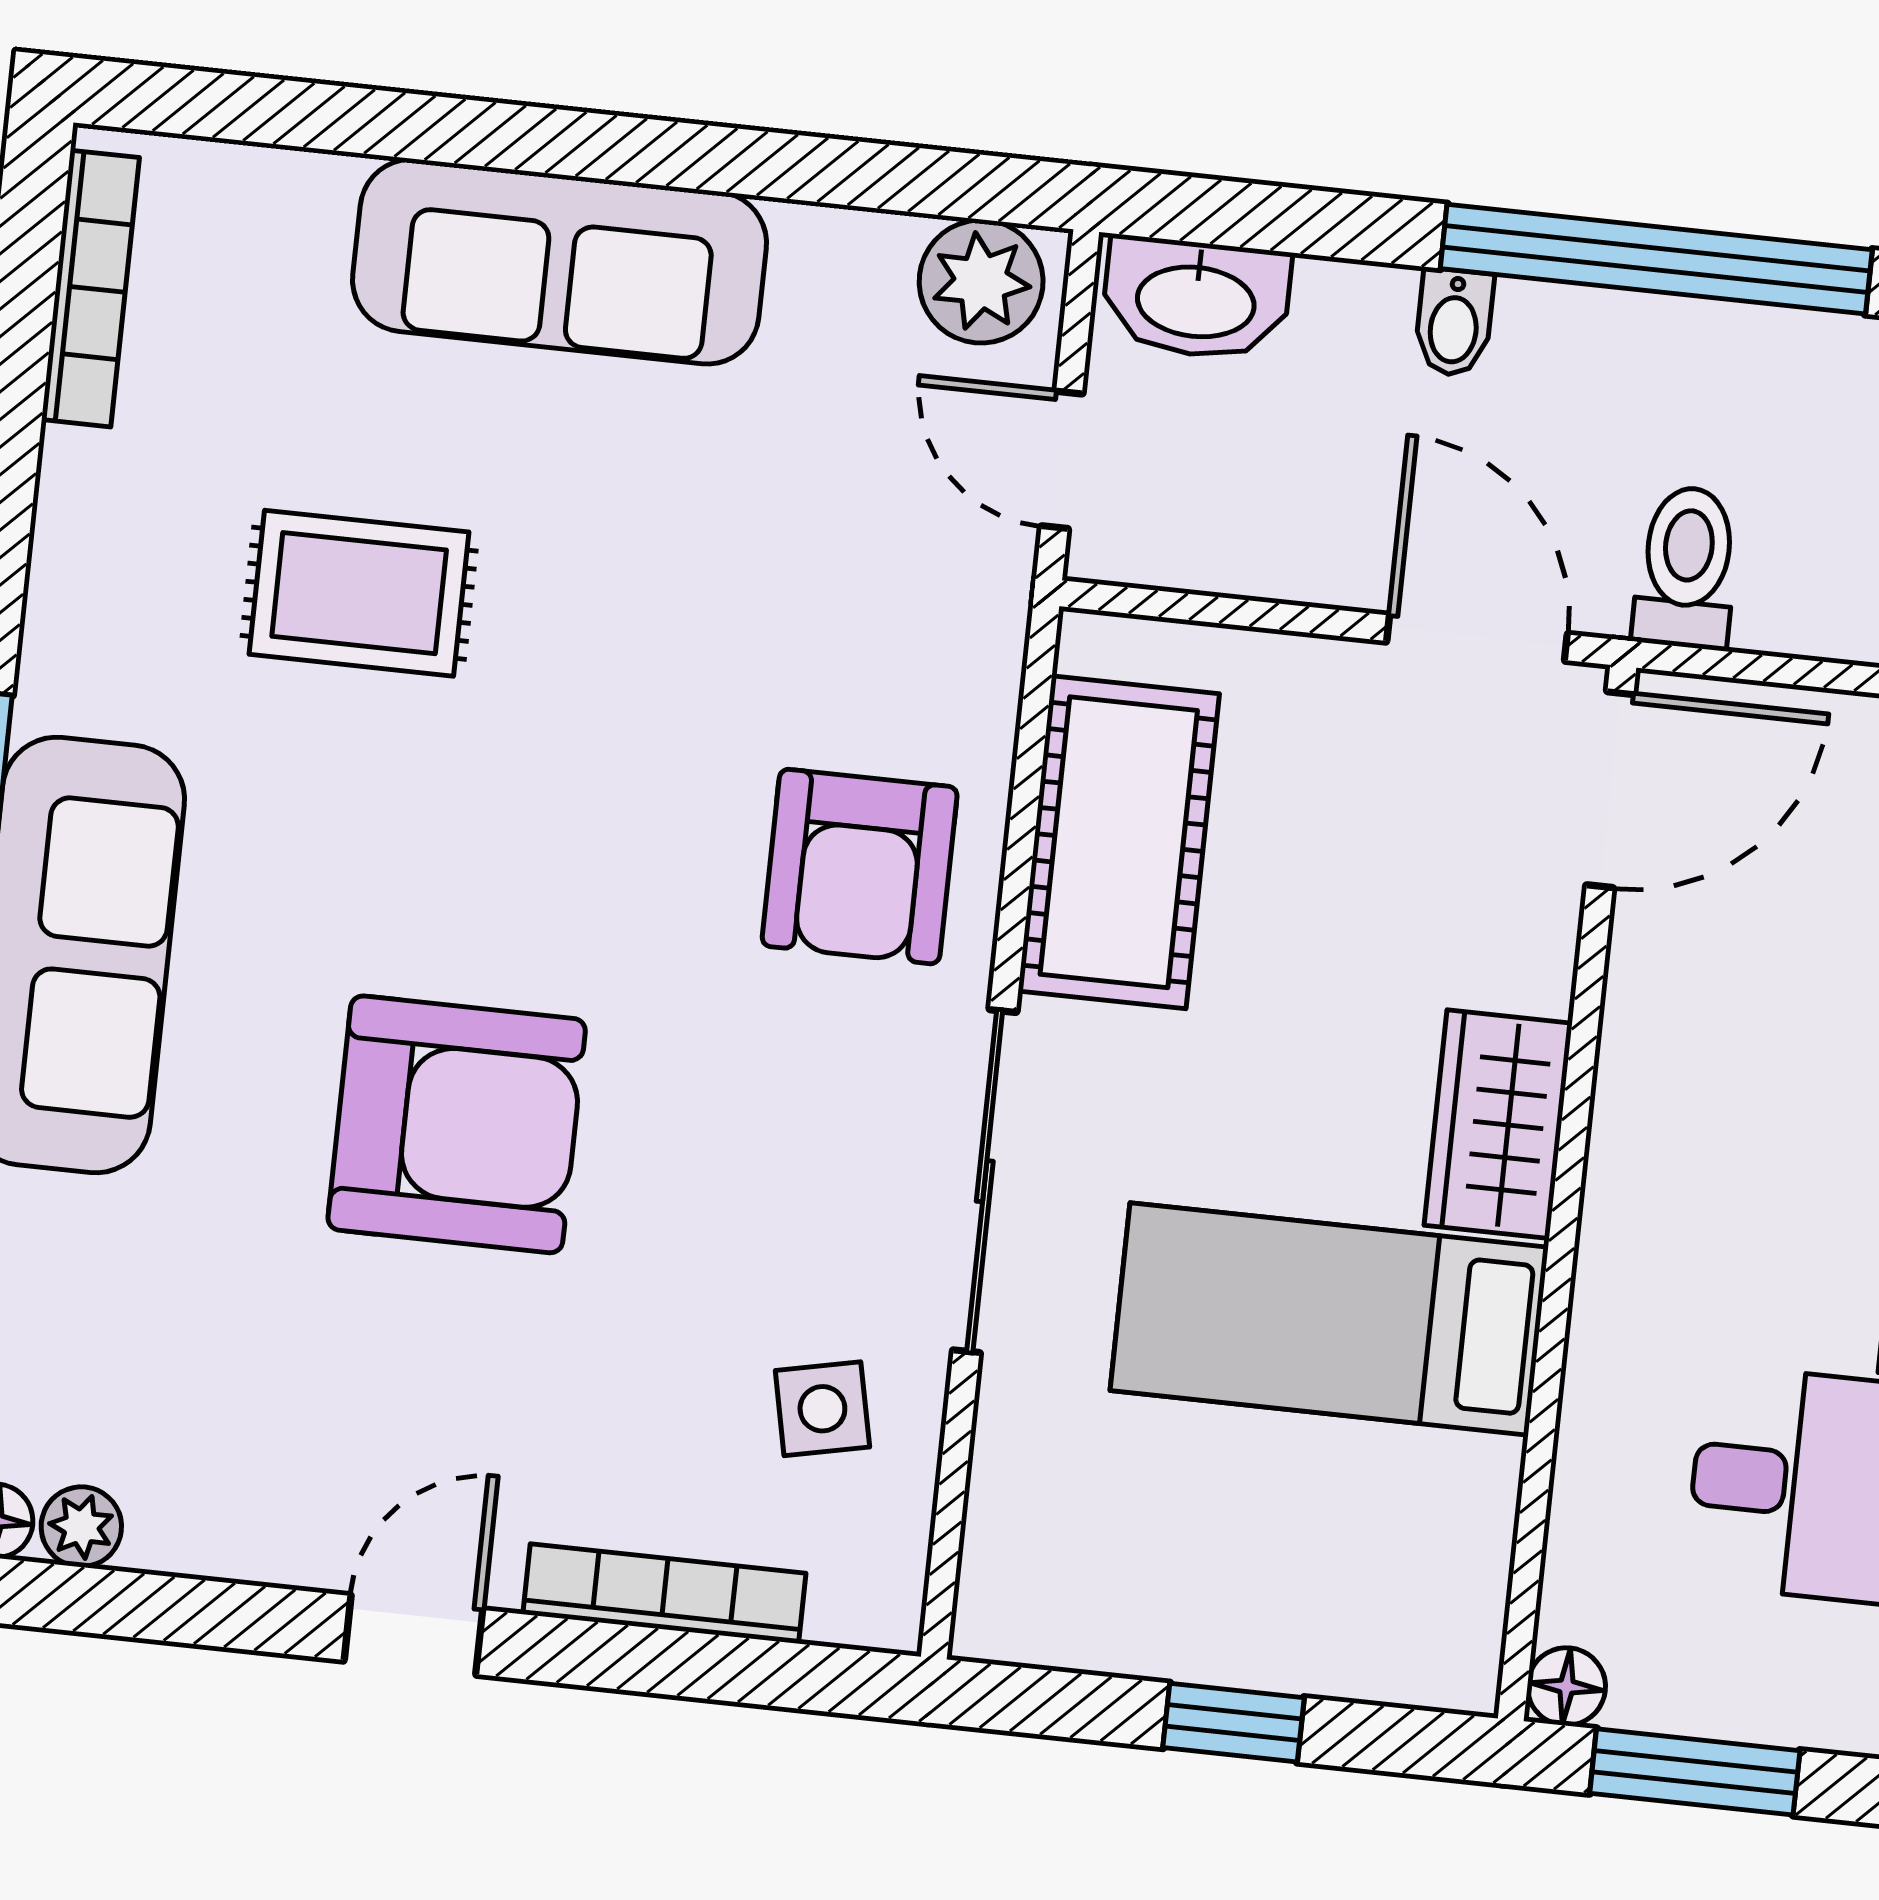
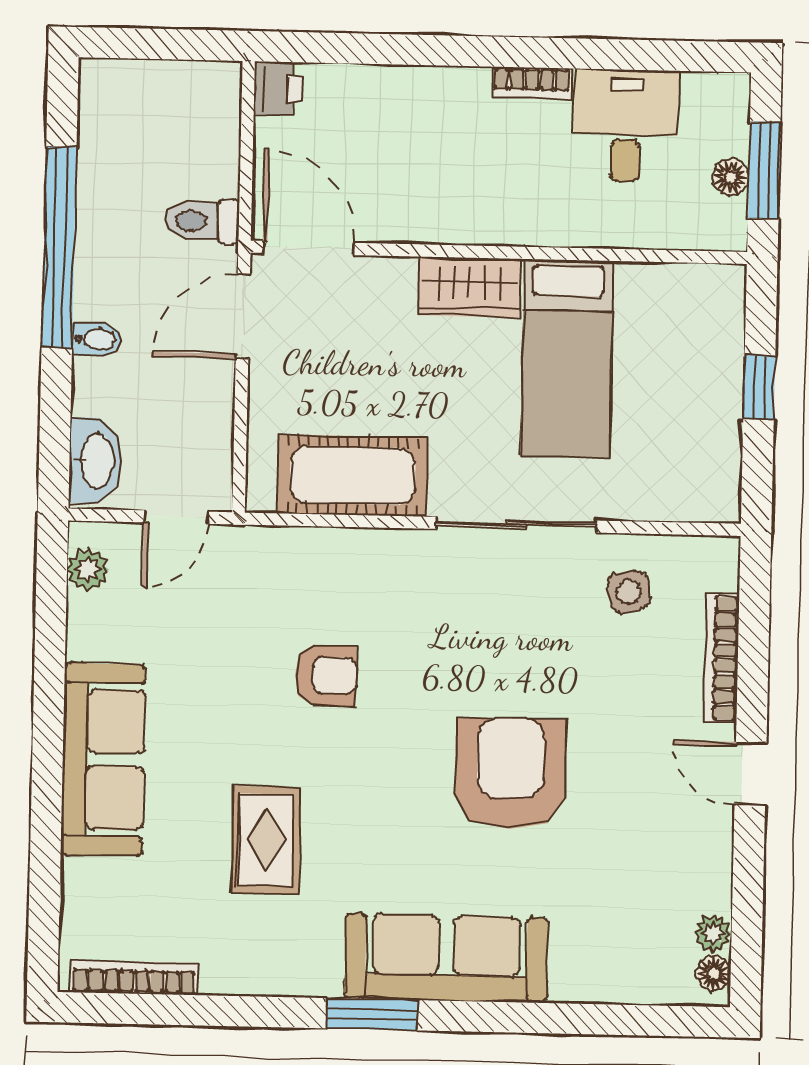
plant: (981, 282) -> (88, 569), width x0.73, depth x0.73
armchair: (860, 867) -> (326, 675), moved, width x0.72, depth x0.72
floor lamp: (1566, 1687) -> (731, 177), moved

